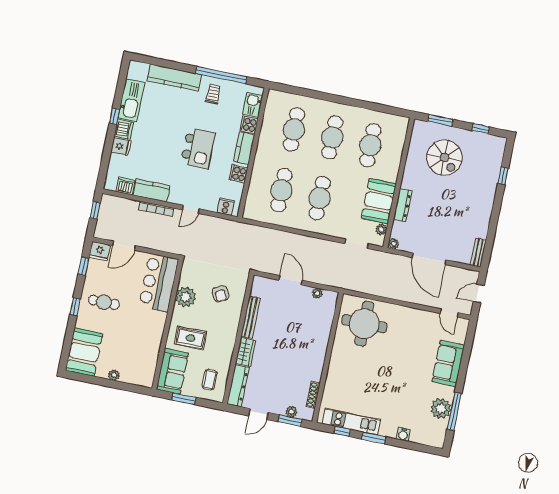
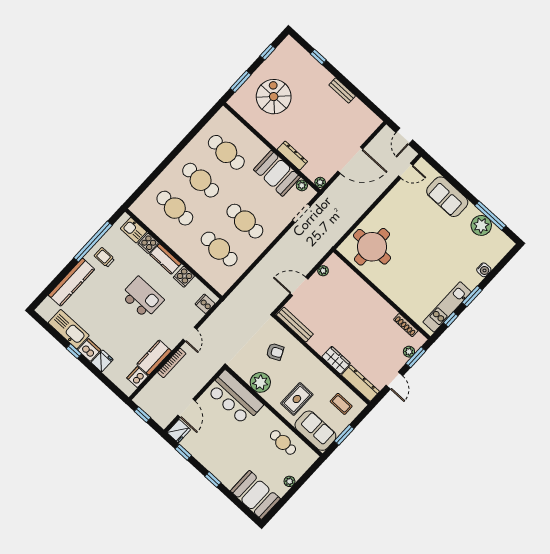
spiral stairs: (444, 158) -> (274, 97), turned -90
bench: (478, 253) -> (342, 90), moved
cafe table: (104, 302) -> (283, 442), moved, turned 90
bench: (251, 317) -> (295, 325), moved

